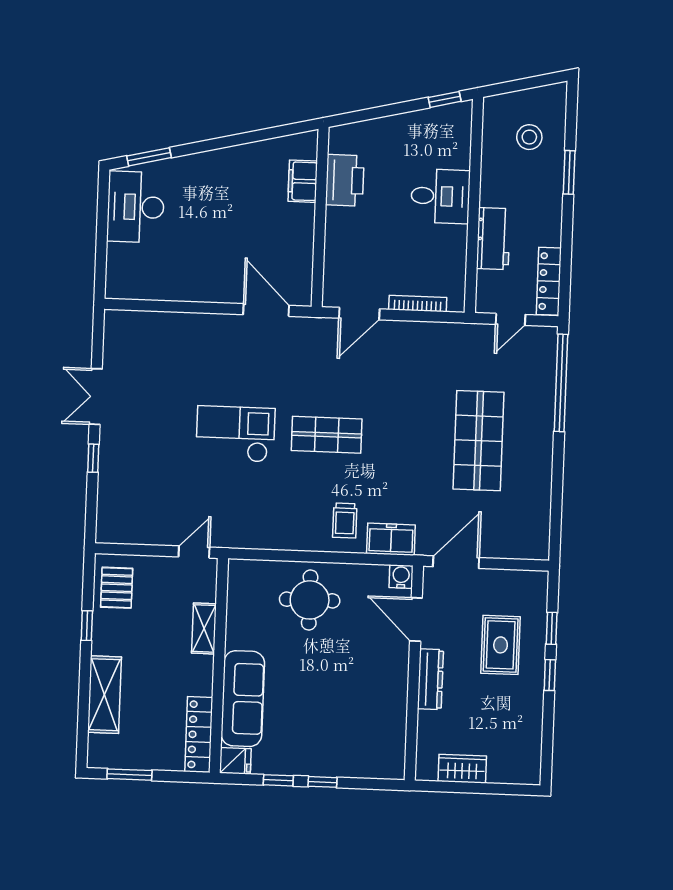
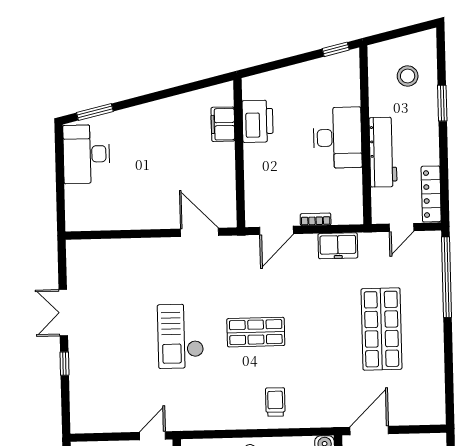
desk: (440, 196) -> (338, 138), width x1.37
workbench: (493, 239) -> (383, 152), width x1.38
bookcase: (418, 304) -> (316, 219), width x0.64
checkout: (235, 434) -> (181, 336), turned -90
trolley: (345, 521) -> (275, 402), turned 180
freezer: (391, 539) -> (338, 246), moved, turned 180

